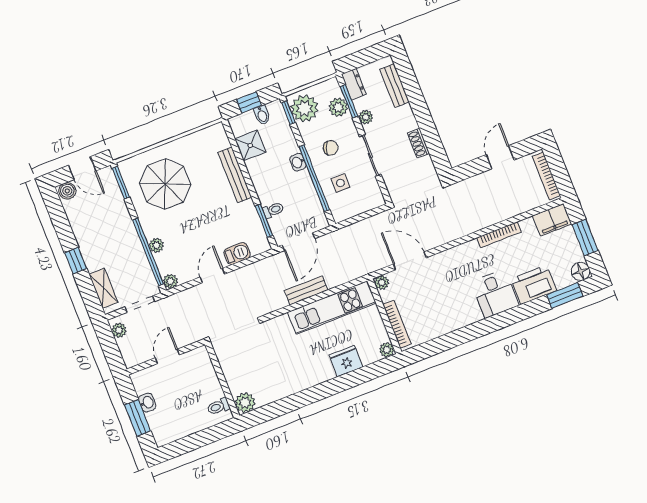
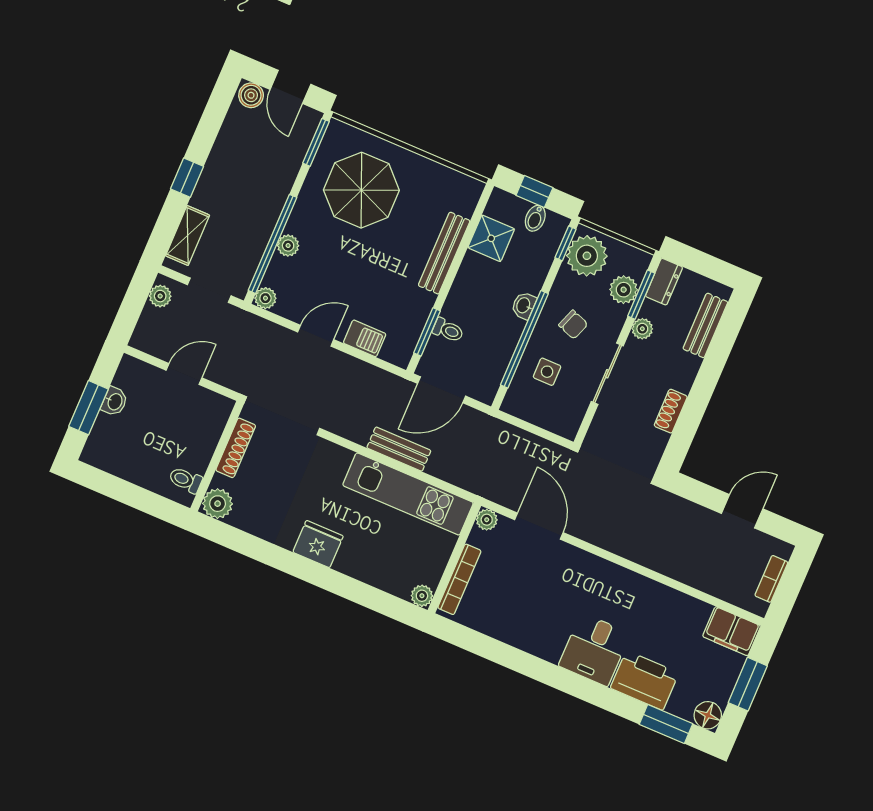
bookcase: (546, 176) -> (771, 579), width x0.64
bookcase: (499, 235) -> (660, 591), removed
fridge: (346, 361) -> (318, 544), moved
shoe rack: (227, 367) -> (236, 448), added

